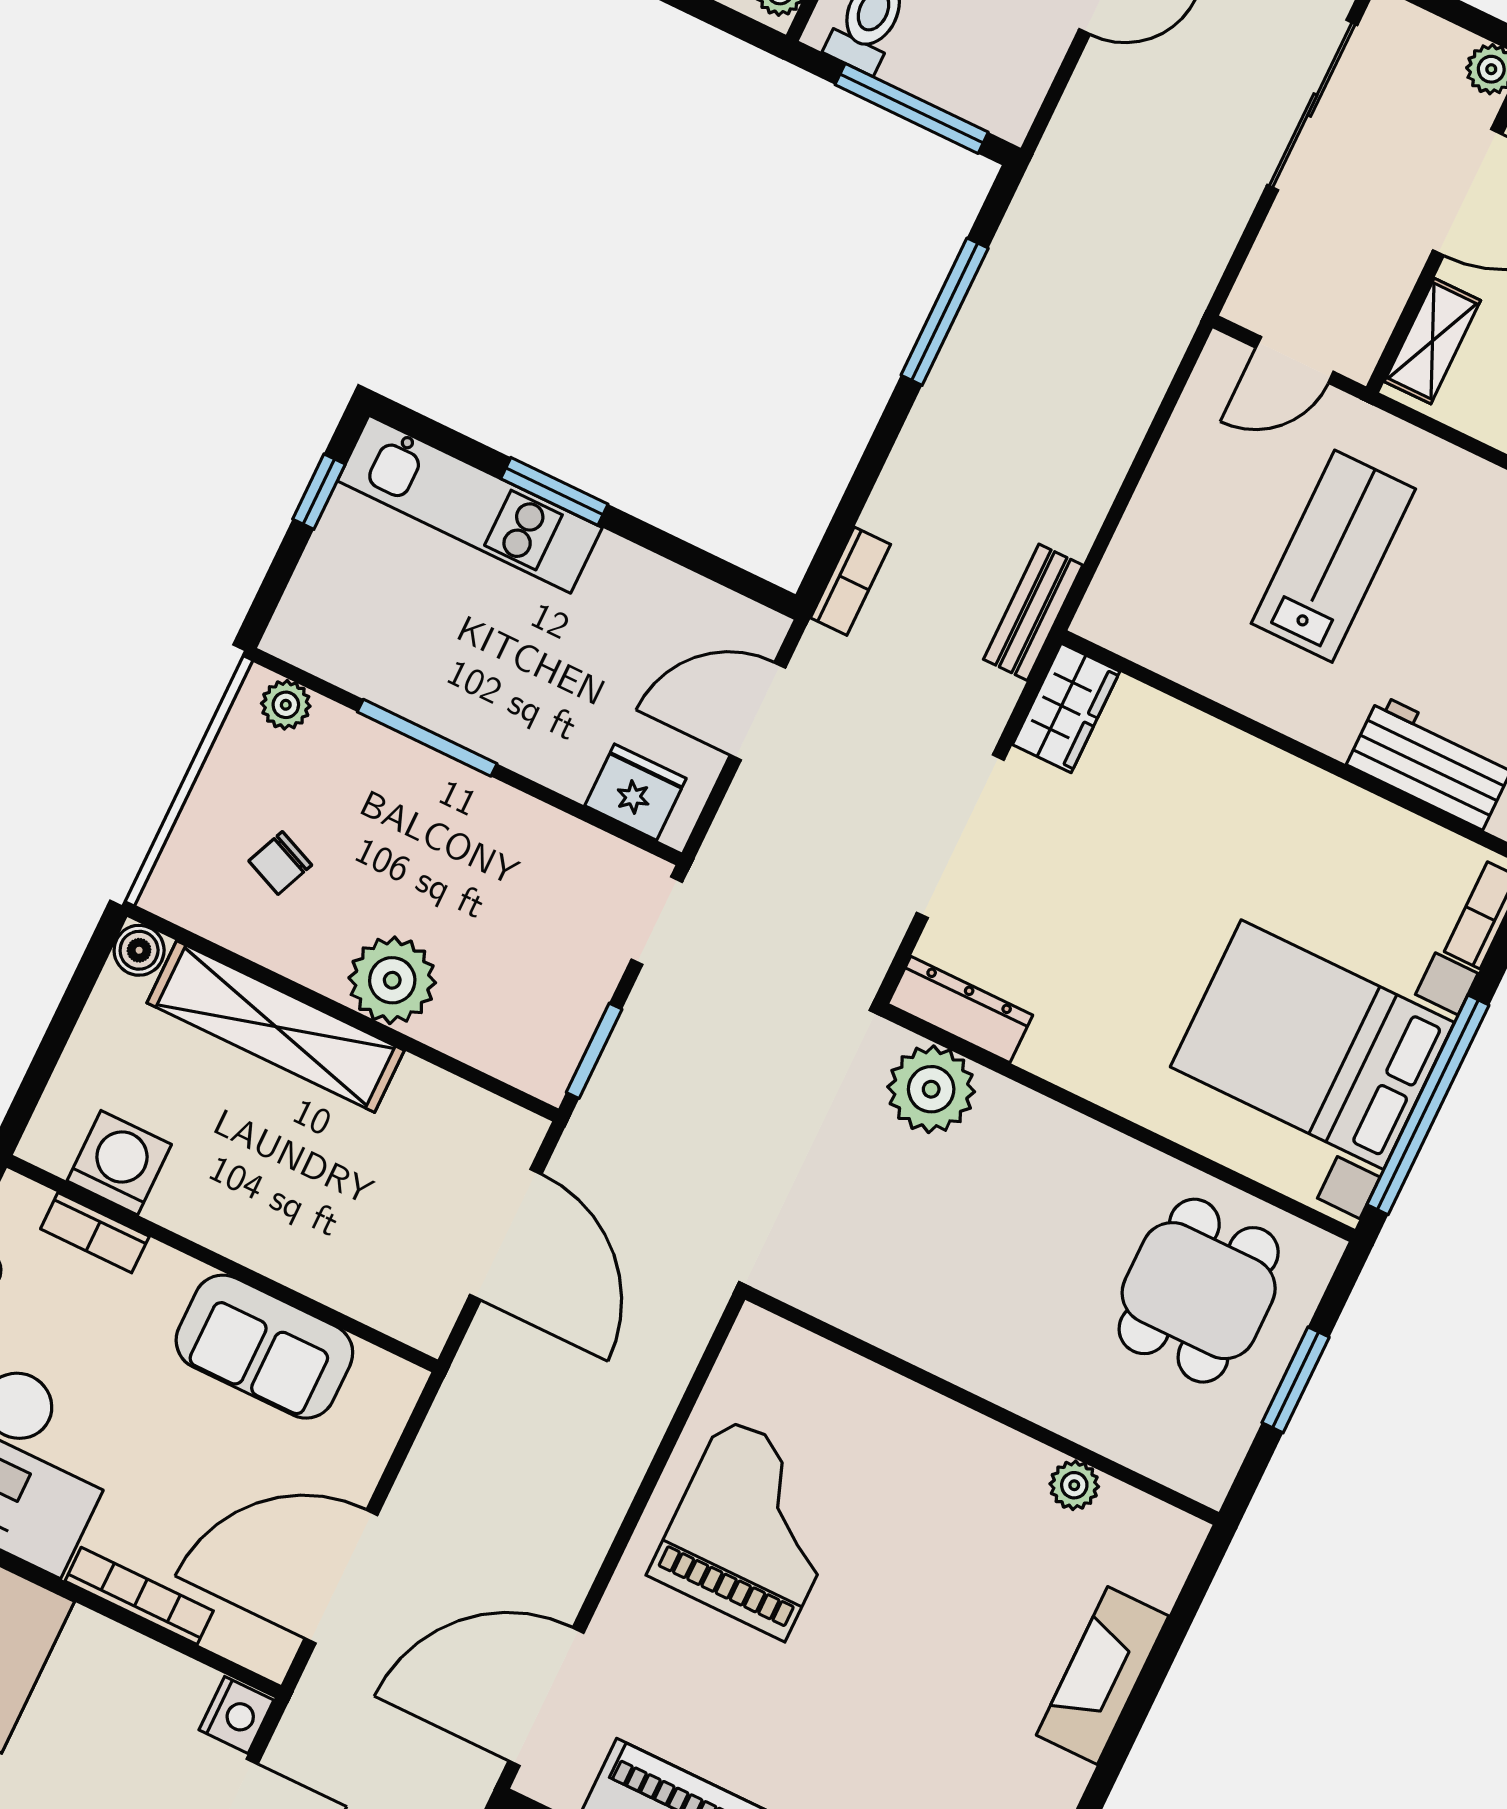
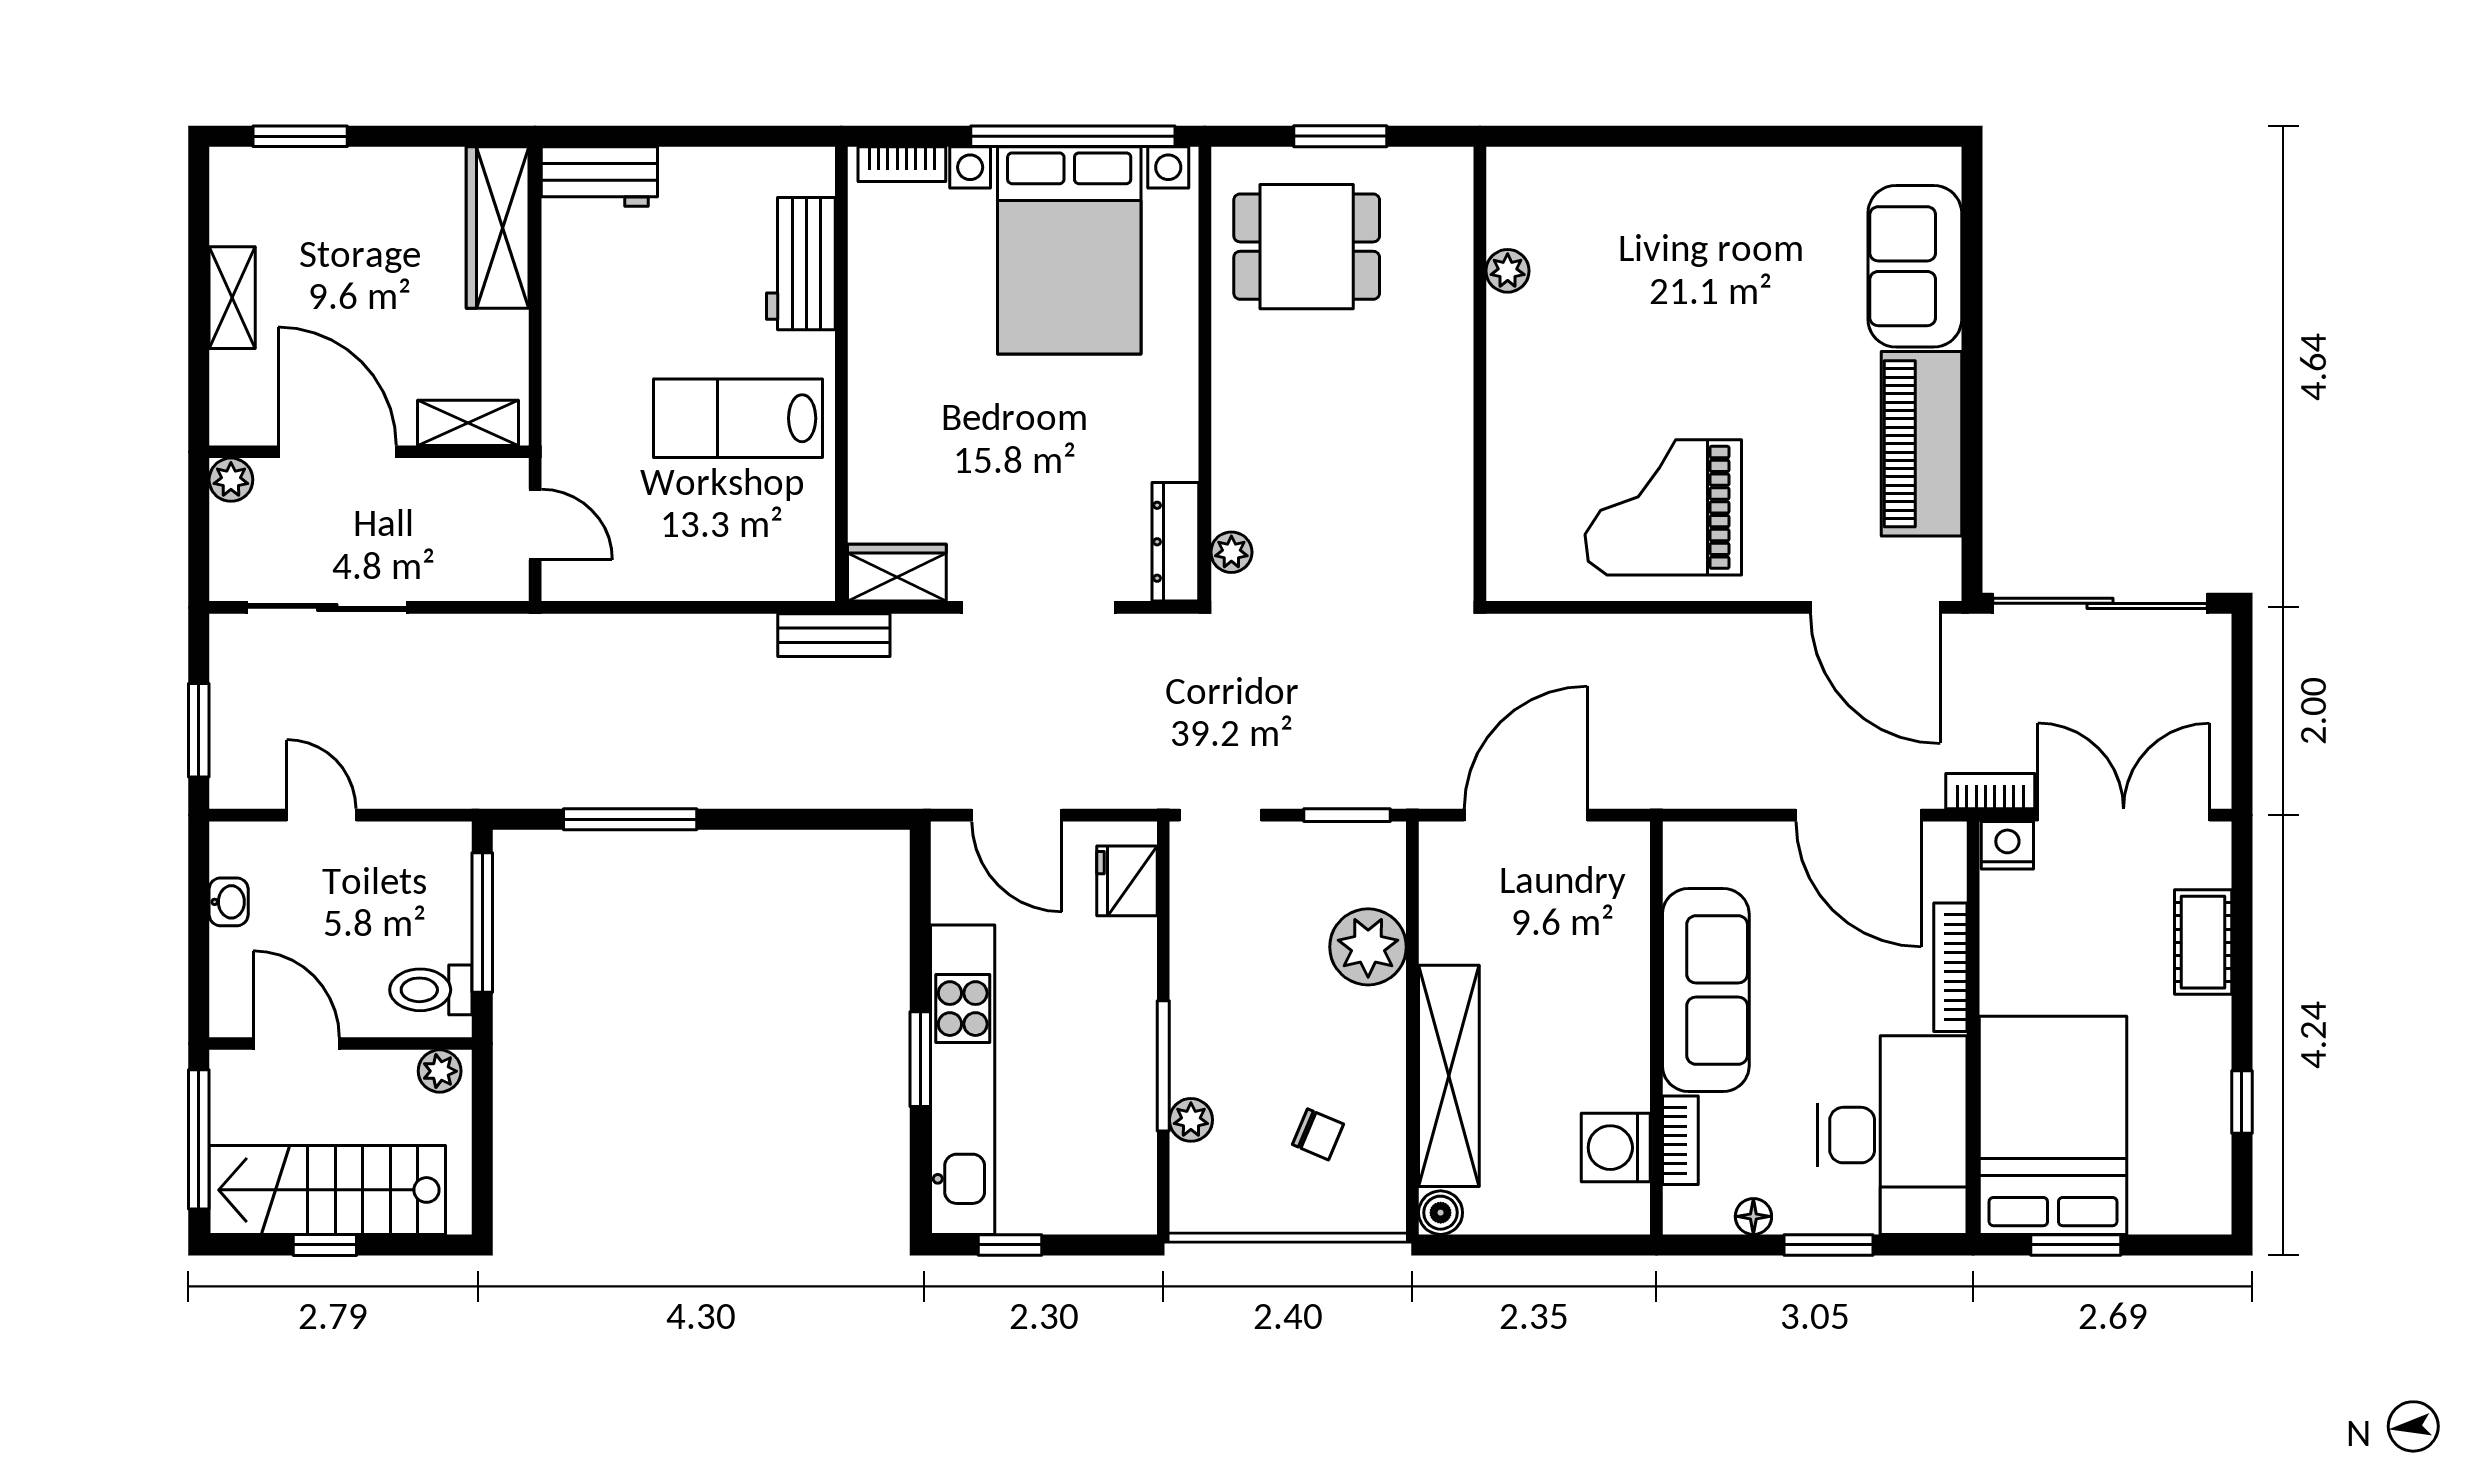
kitchen unit: (470, 504) -> (963, 1080), width x1.36
lab bench: (1333, 556) -> (738, 418), moved
bookcase: (850, 581) -> (1990, 791), moved
plant: (286, 705) -> (1191, 1120), moved
plant: (392, 980) -> (1368, 947), moved
plant: (931, 1089) -> (1231, 552), width x0.53, depth x0.53
sofa: (264, 1347) -> (1706, 990), width x1.36
fireplace: (1103, 1675) -> (1647, 176), removed

